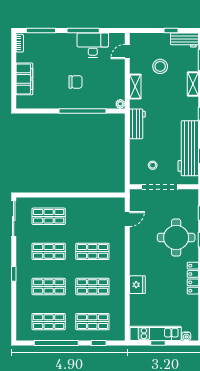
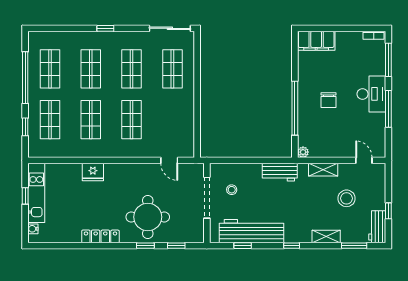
desk: (93, 45) -> (371, 94), moved
filing cabinet: (24, 79) -> (316, 41), moved

